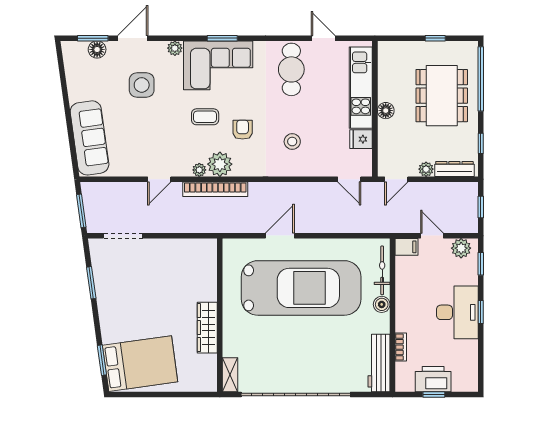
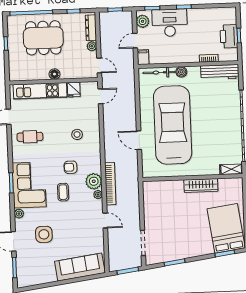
floor lamp: (97, 49) -> (22, 264), removed
cafe table: (291, 69) -> (30, 137), width x0.73, depth x0.74
desk: (457, 312) -> (170, 23), moved

